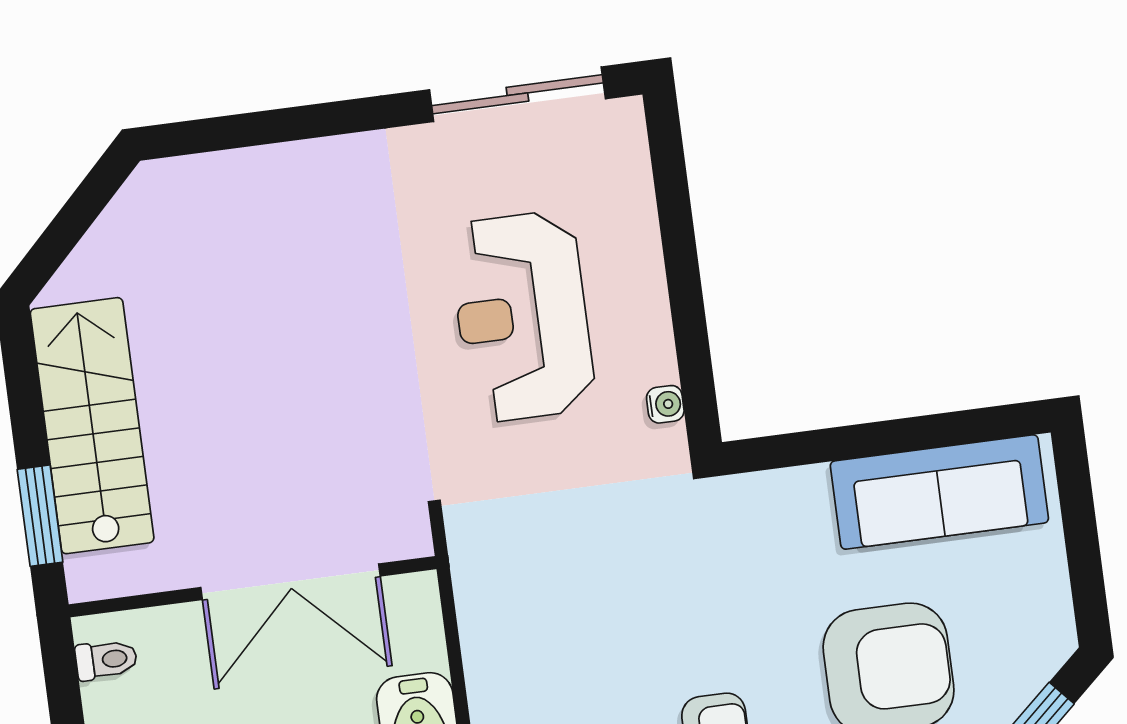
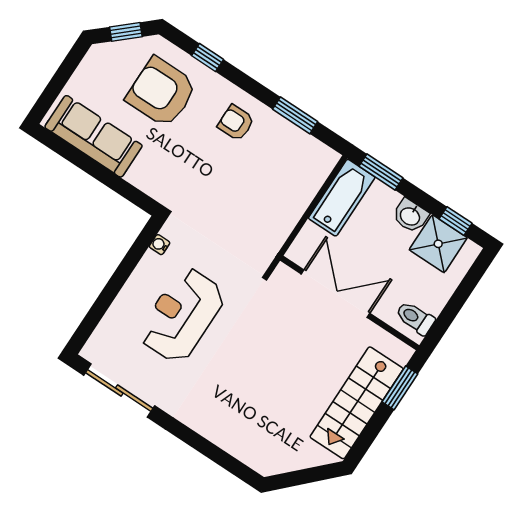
reception desk: (522, 317) -> (182, 315), turned 180
toilet: (106, 660) -> (415, 318), width x1.37, depth x1.39

